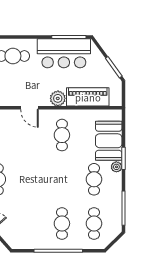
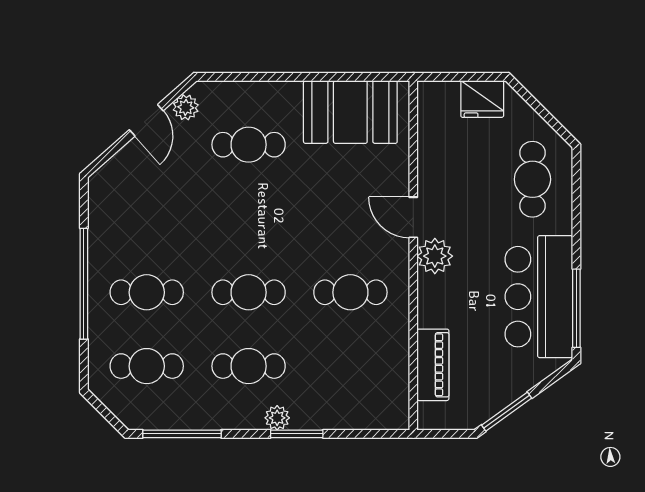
piano: (88, 97) -> (433, 365), width x0.73, depth x0.75
plant: (58, 98) -> (435, 256), moved
door: (29, 108) -> (413, 217), hinge flipped
booth: (109, 141) -> (337, 400), removed
cafe table: (62, 179) -> (249, 292), added

